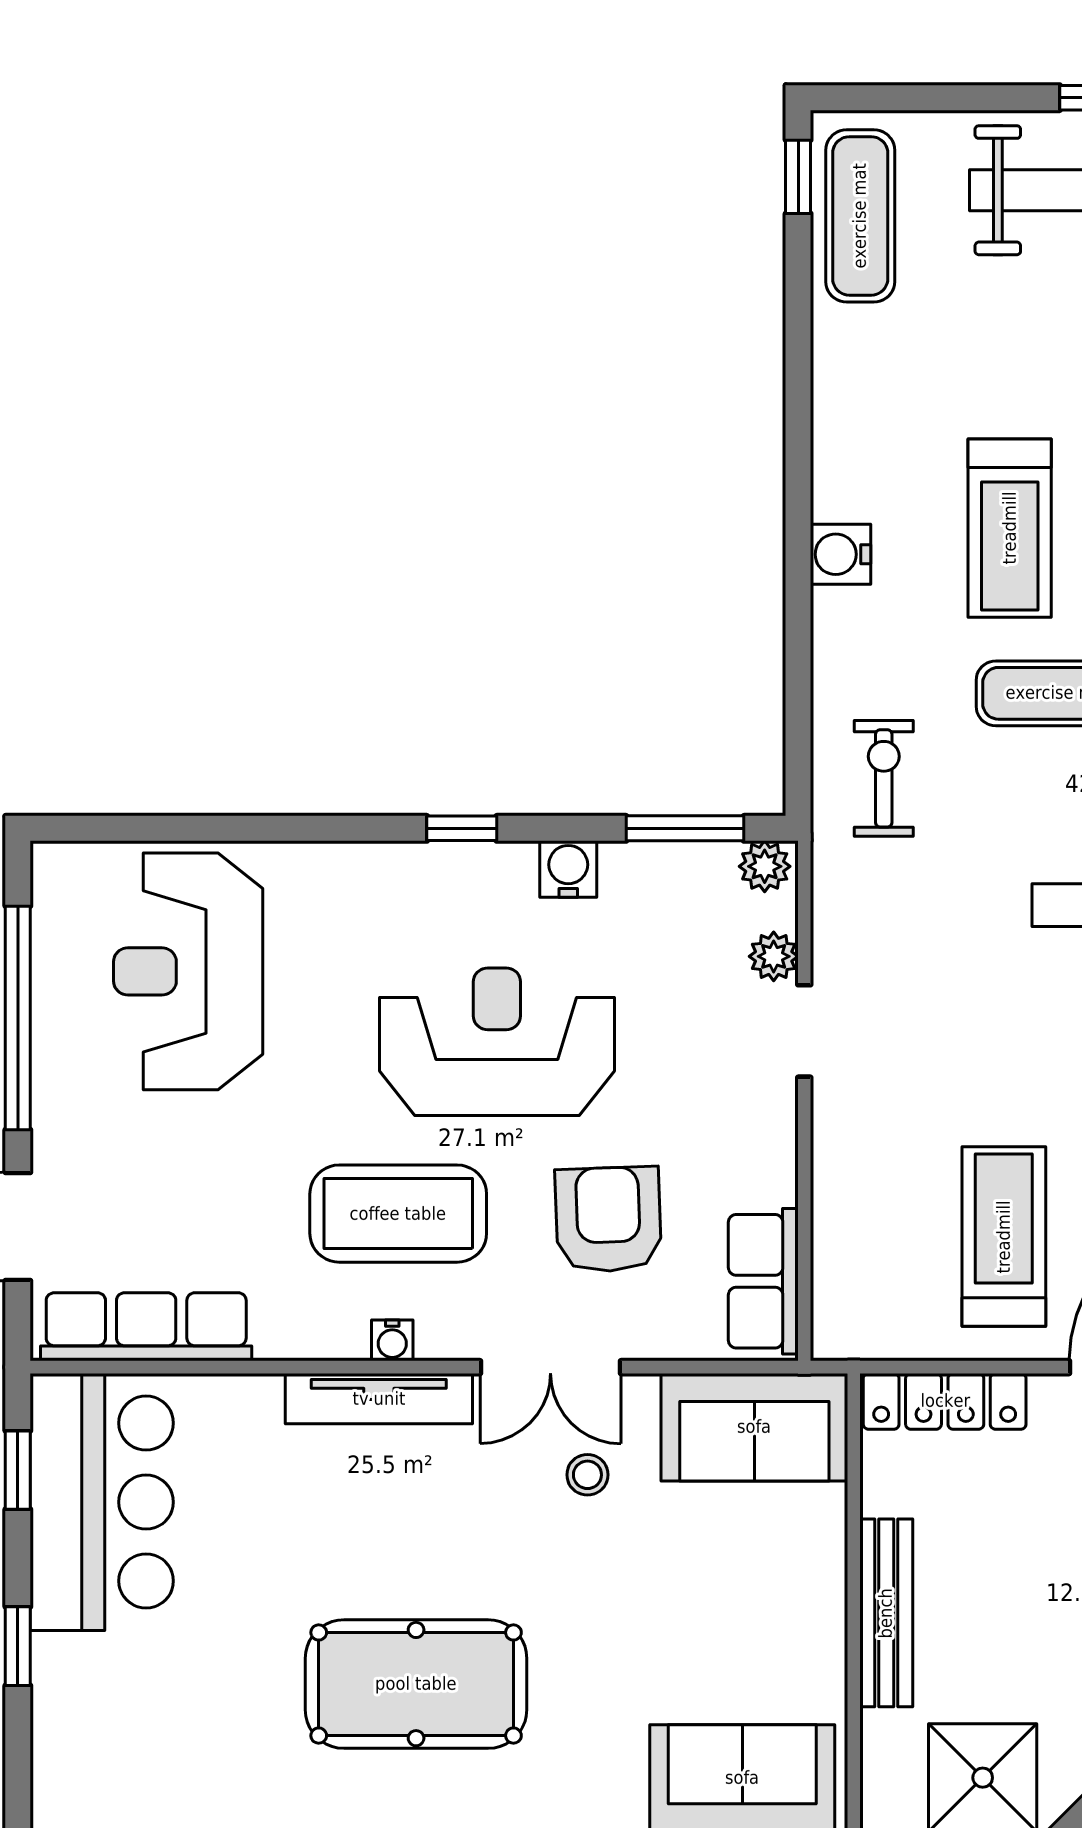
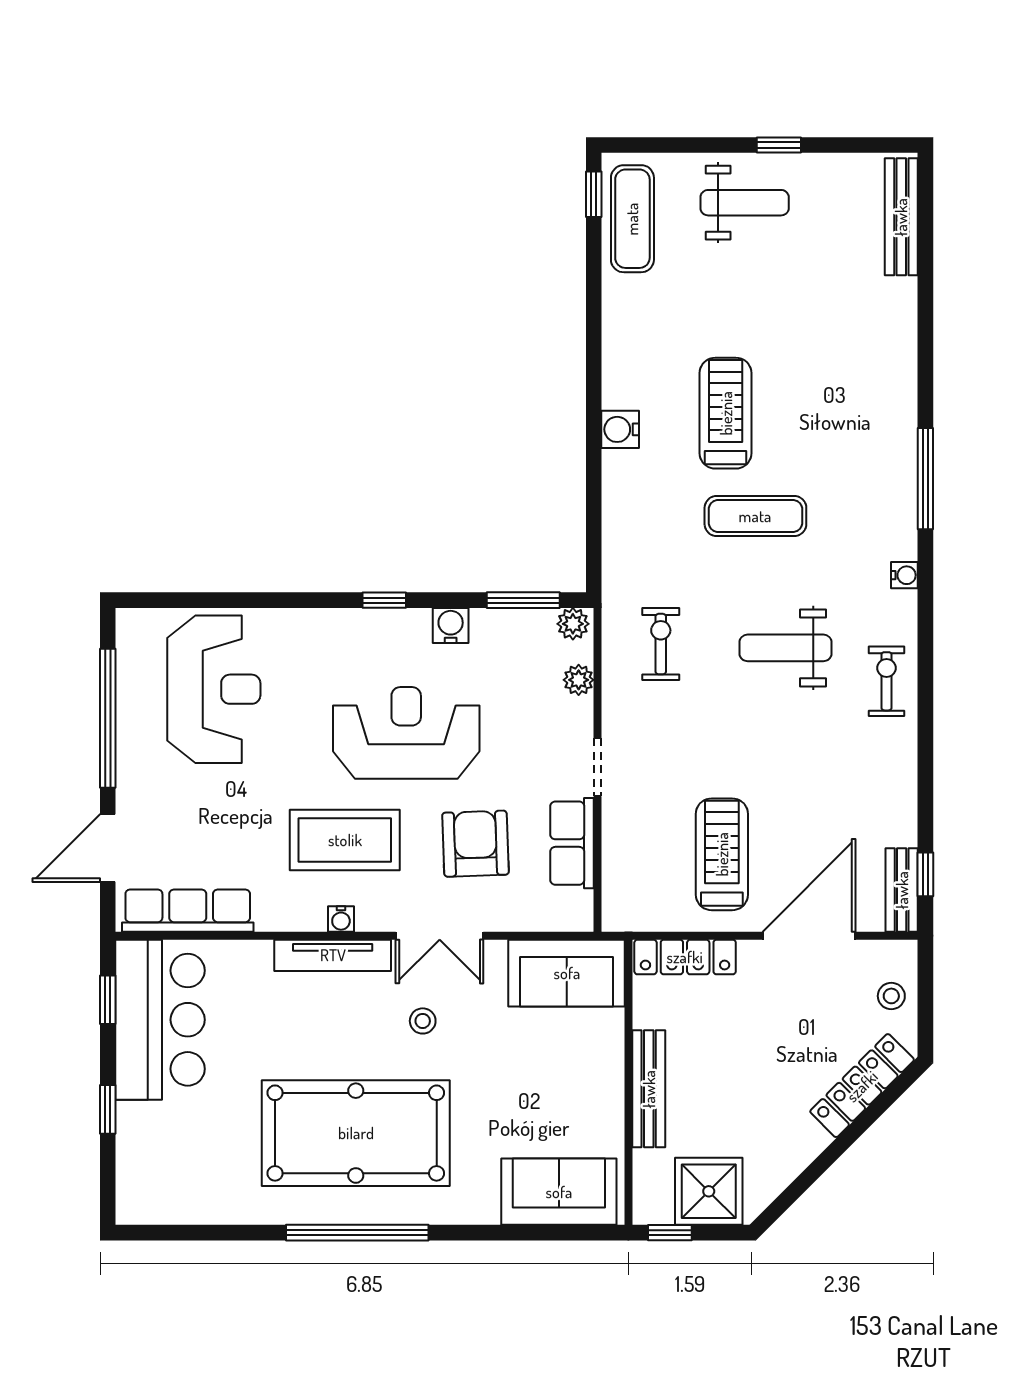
treadmill: (1010, 528) -> (726, 413), turned 180
exercise bike: (884, 778) -> (661, 644), moved
reception desk: (188, 971) -> (214, 689), turned 180
doorway: (804, 1031) -> (598, 767), moved
row of seats: (763, 1281) -> (572, 843), moved
stool: (587, 1475) -> (423, 1021), moved
pool table: (416, 1684) -> (356, 1133), width x1.36, depth x1.32

